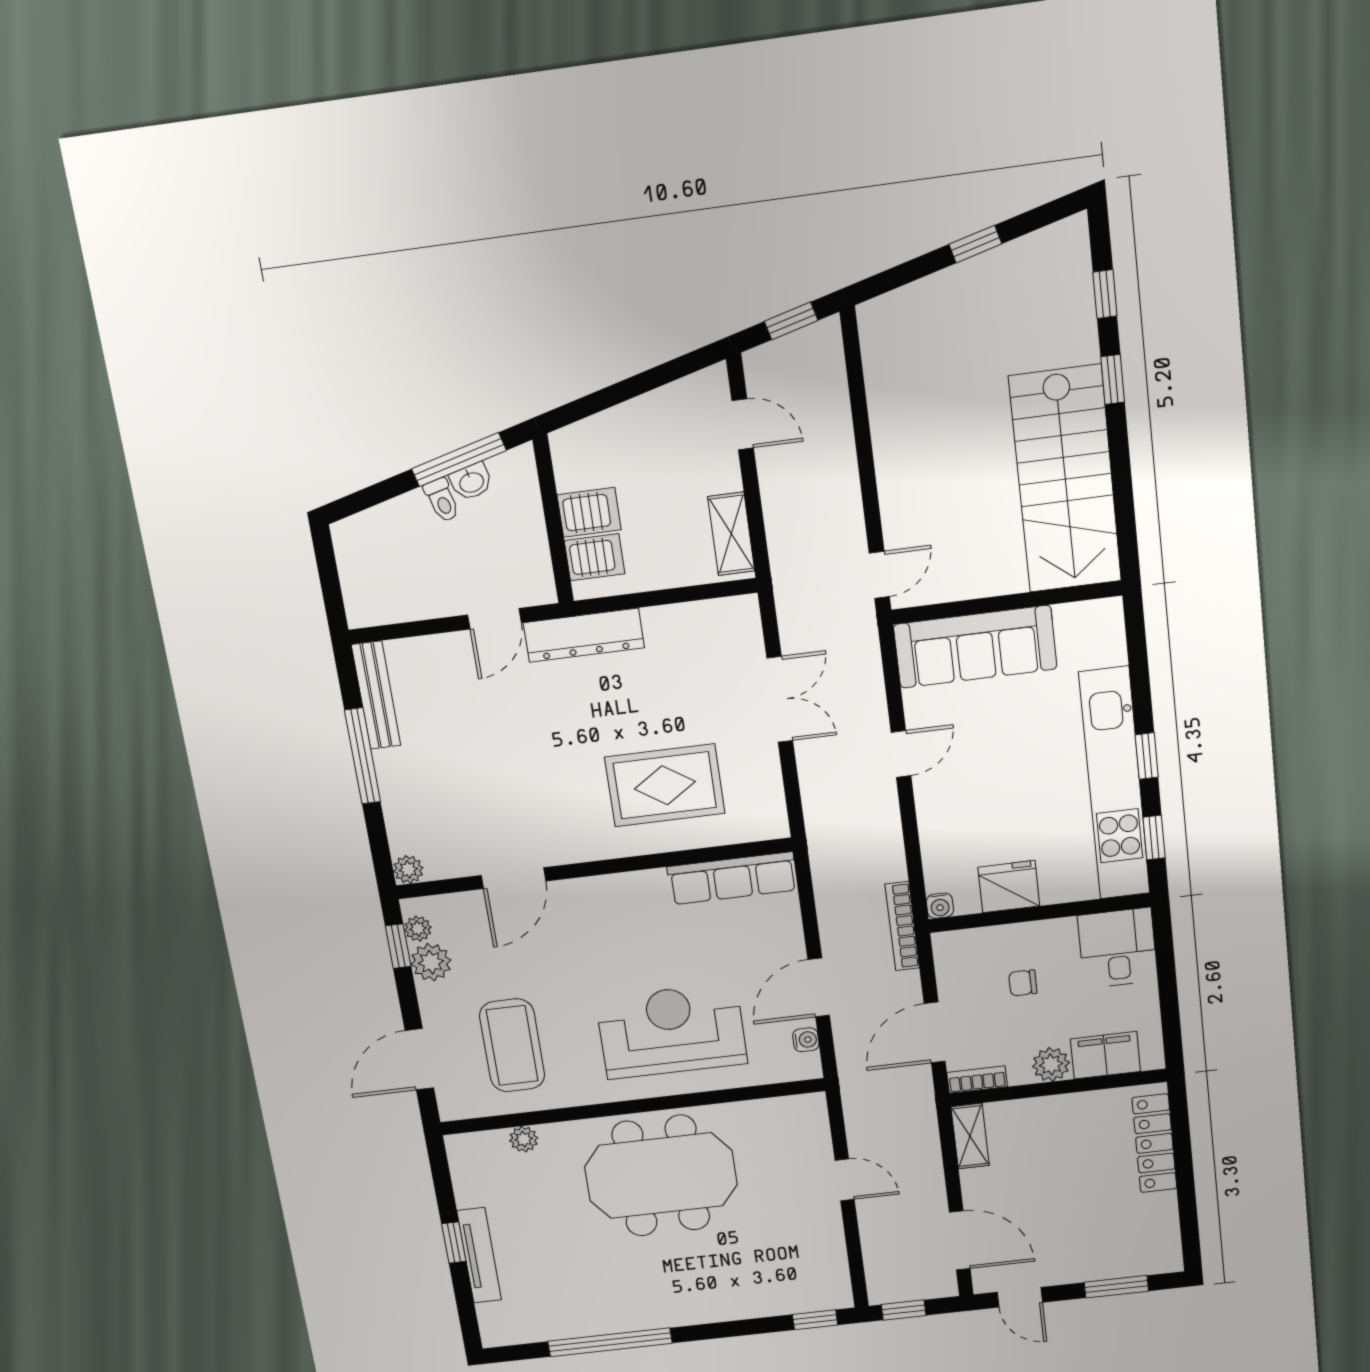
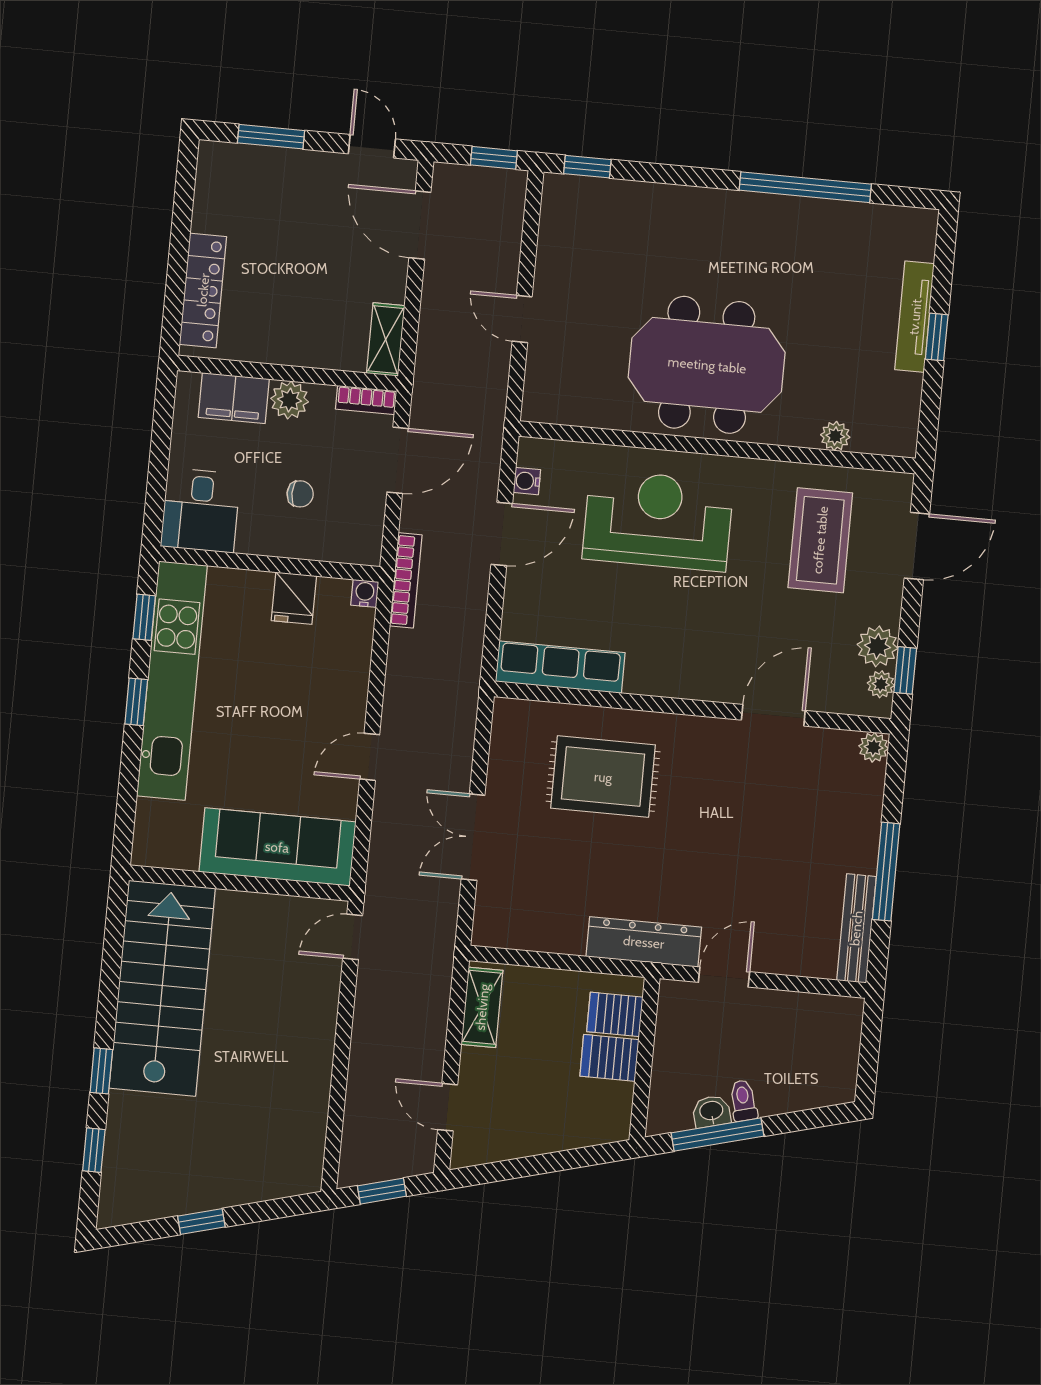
fridge: (1009, 887) -> (294, 598), width x0.72
reception desk: (672, 1031) -> (658, 520), turned 180

